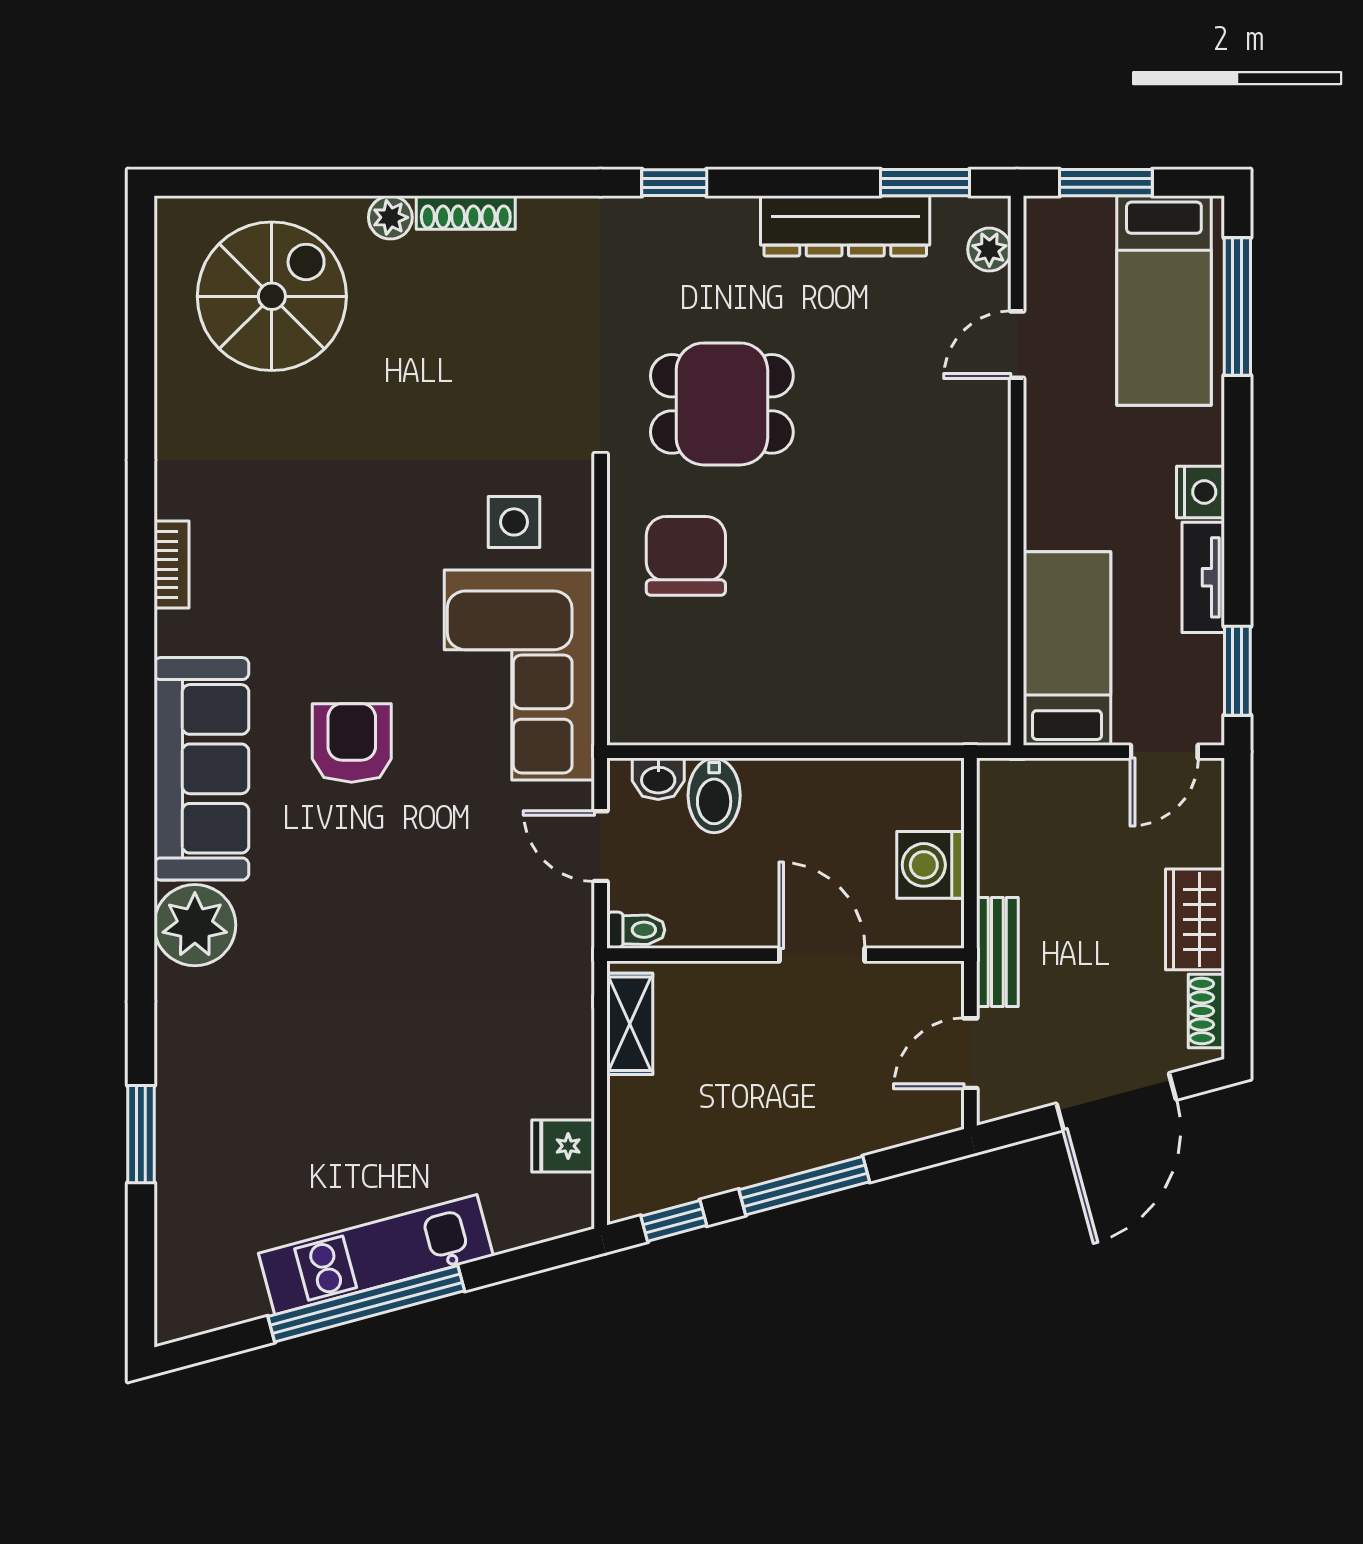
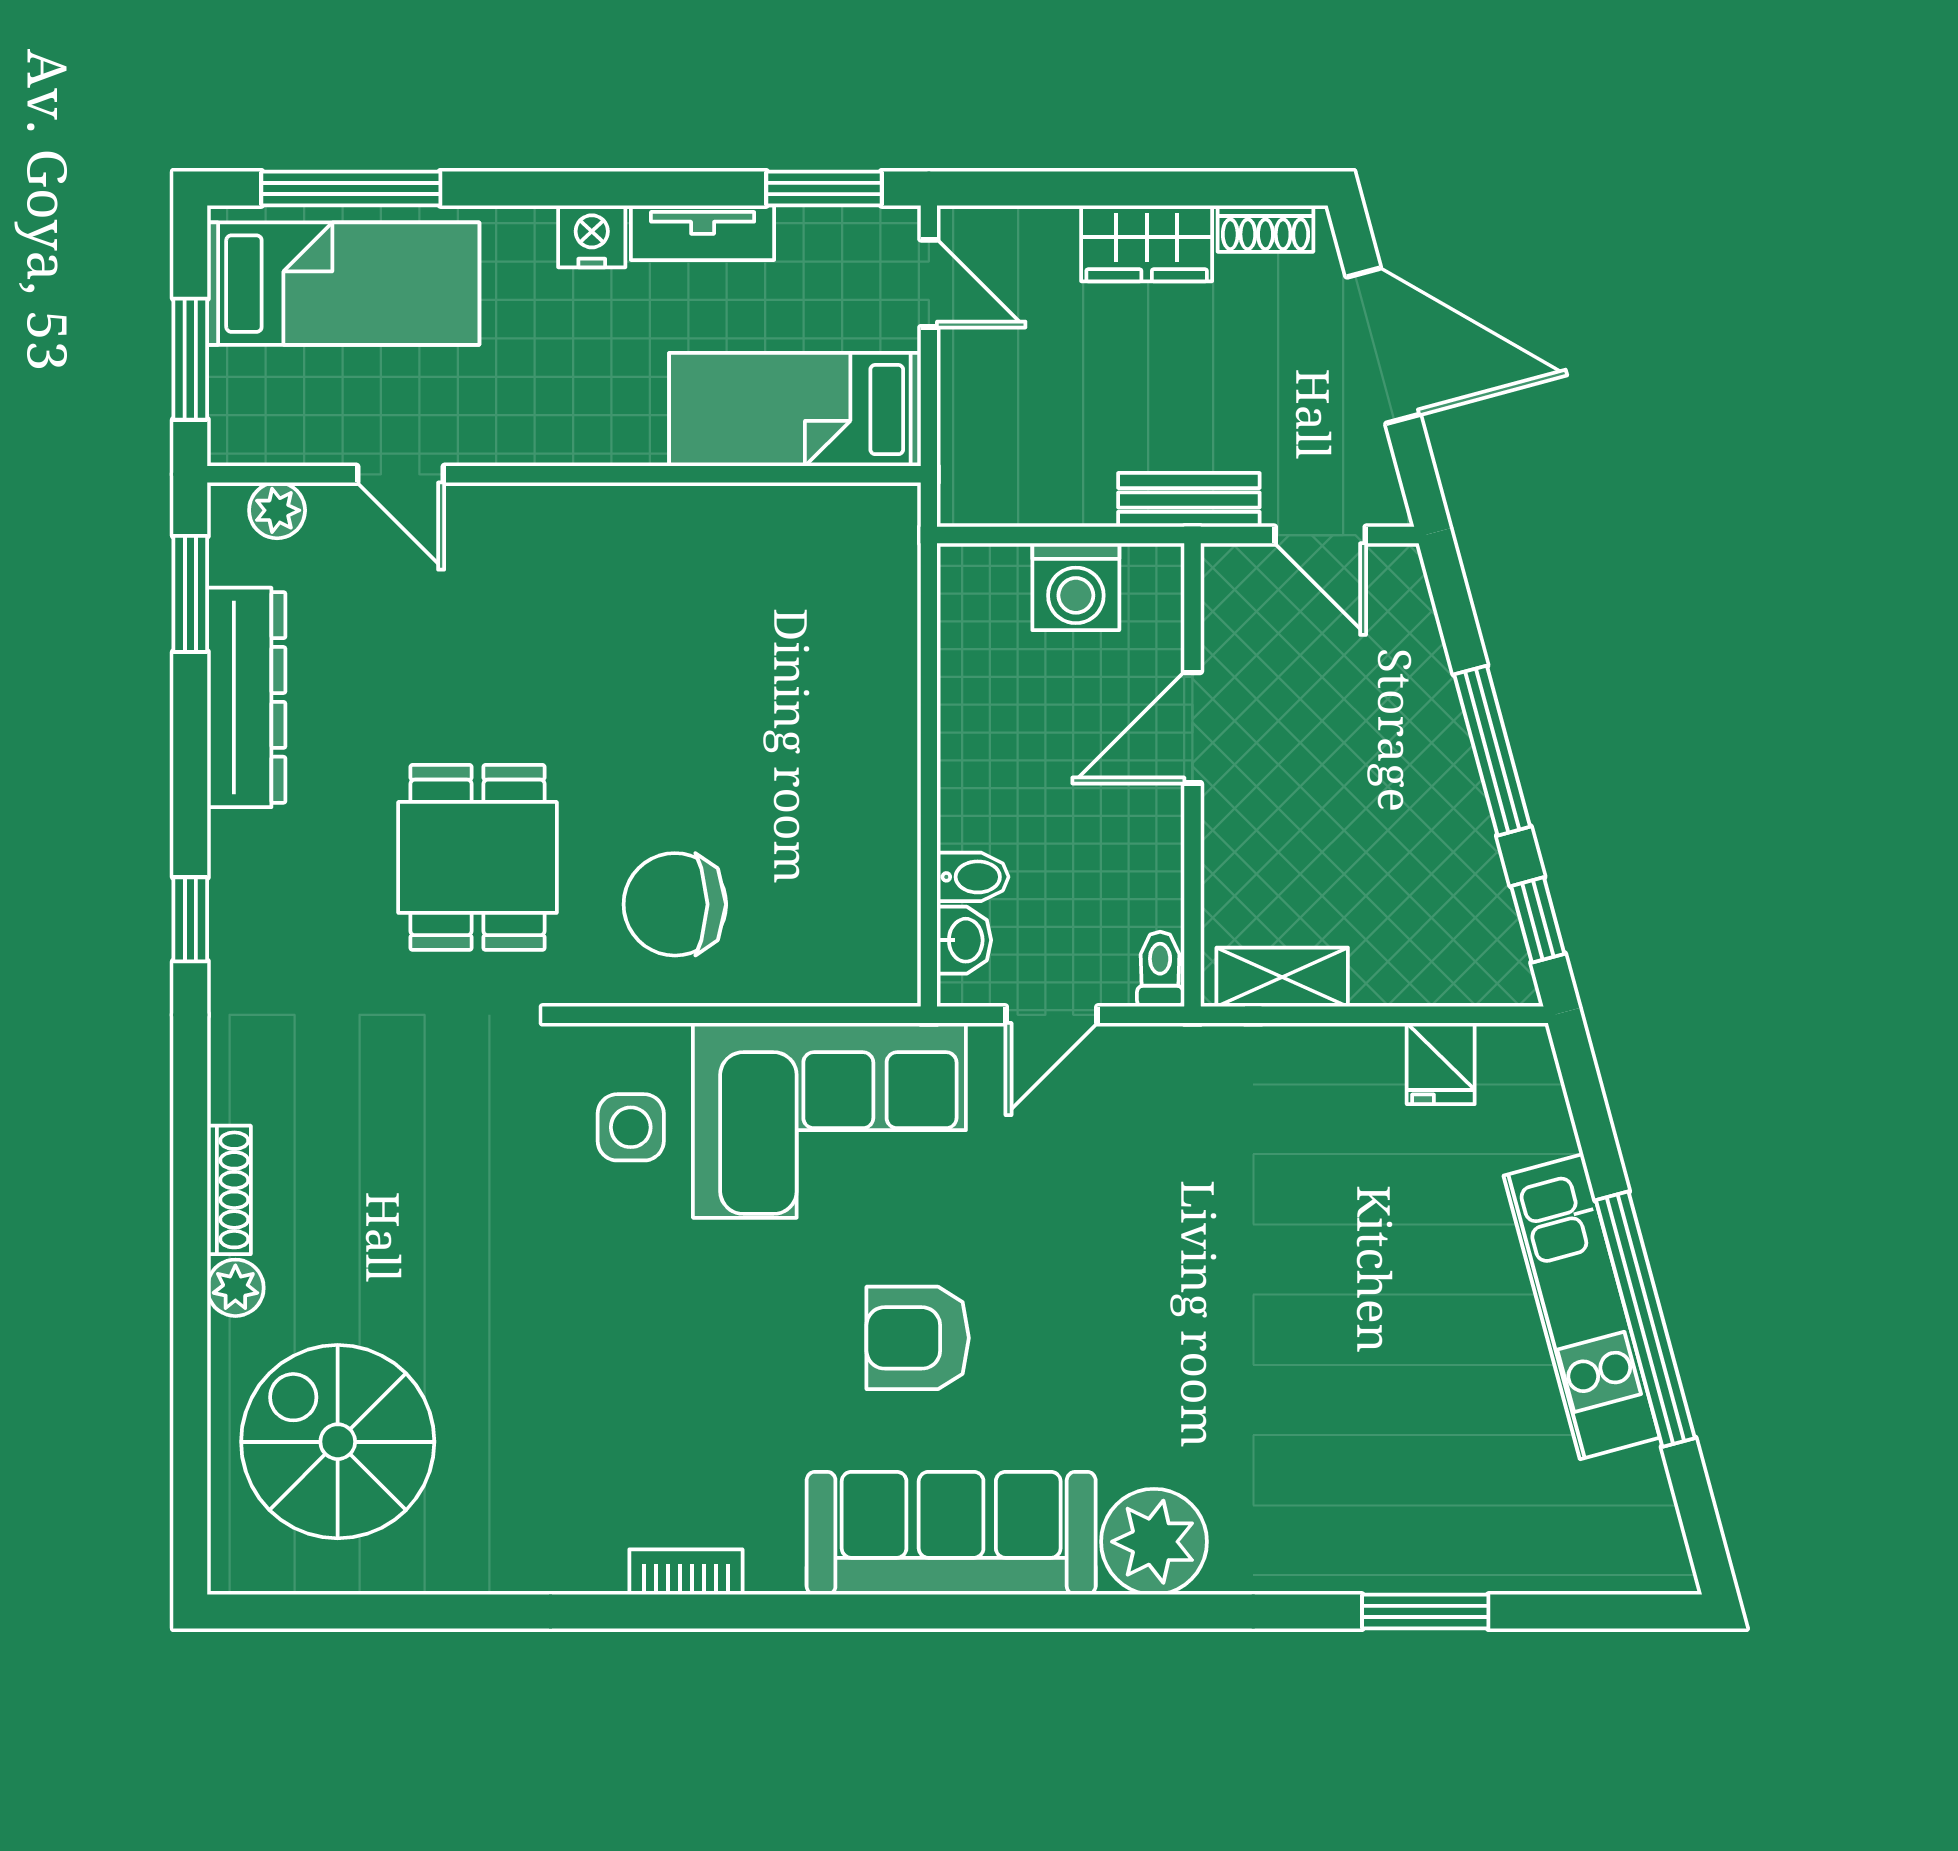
bidet: (714, 795) -> (973, 877), width x0.72, depth x0.74

